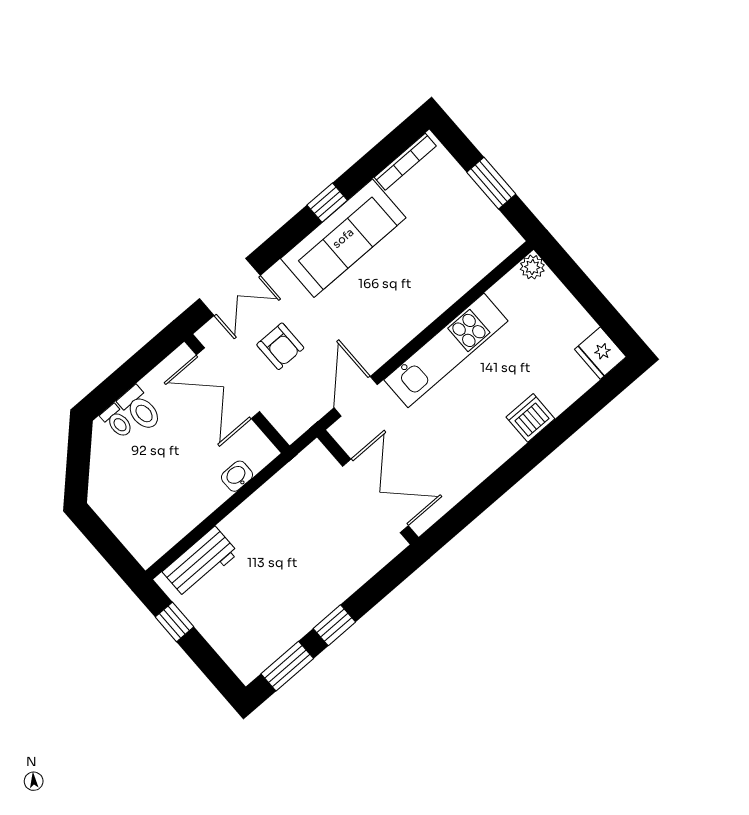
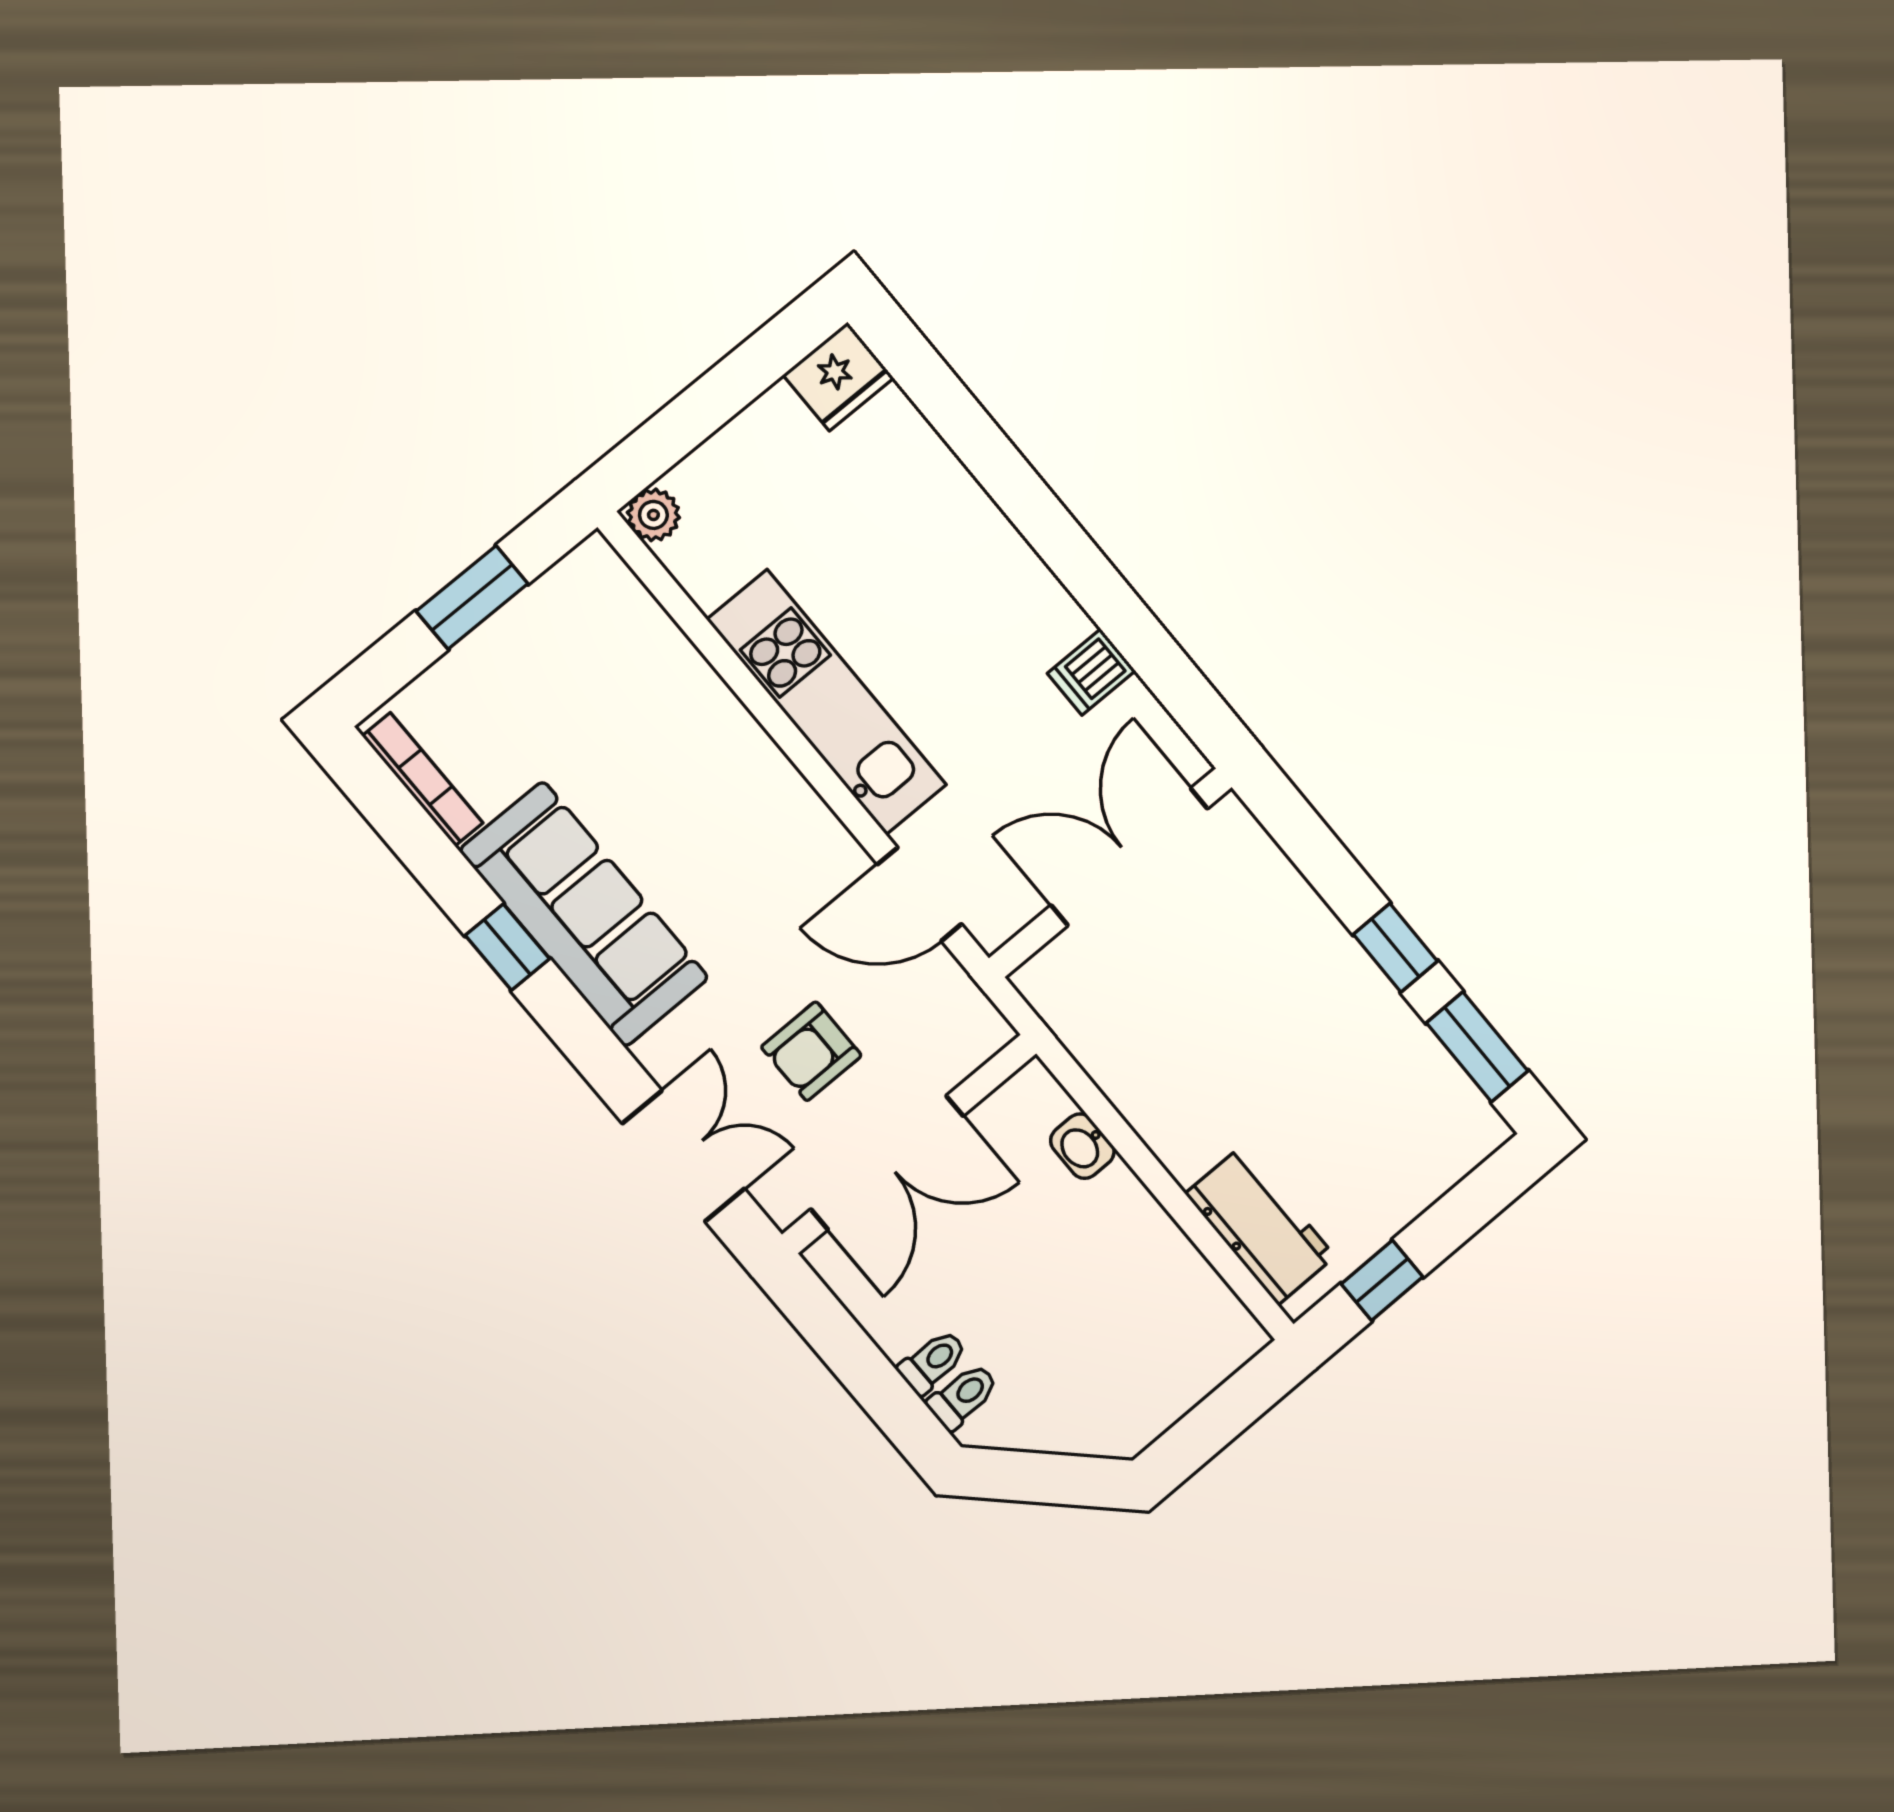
armchair: (280, 346) -> (811, 1051), turned 180
toilet: (140, 409) -> (933, 1362), width x0.73, depth x0.72
dishwasher: (530, 418) -> (1091, 672), moved, width x0.73

